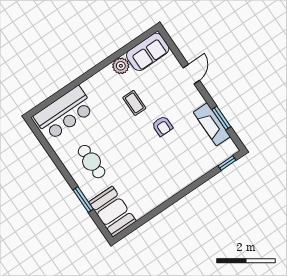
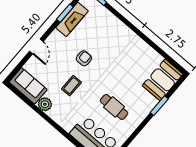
door: (191, 74) -> (36, 46), swing flipped
cafe table: (92, 162) -> (114, 107), moved, turned 90

